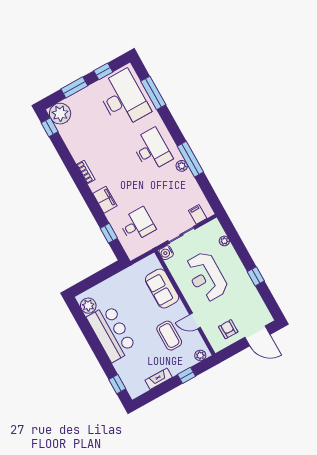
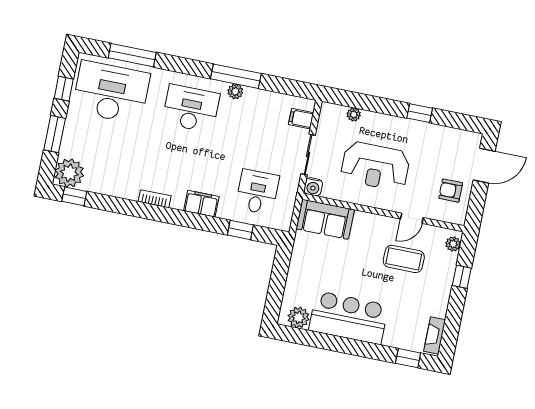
sofa: (162, 288) -> (325, 219), moved
fireplace: (159, 379) -> (435, 335), moved

